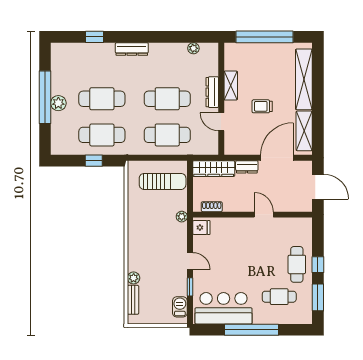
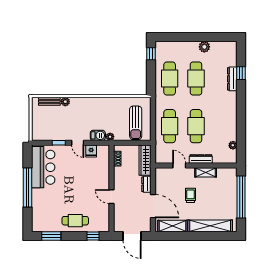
dresser: (132, 49) -> (232, 79), moved
window: (45, 97) -> (197, 37), removed
plant: (58, 103) -> (204, 47), moved
door: (221, 122) -> (179, 166), hinge flipped
window: (94, 161) -> (151, 54), moved
door: (318, 187) -> (132, 236), hinge flipped
door: (264, 215) -> (112, 197), swing flipped
fridge: (201, 228) -> (91, 151), moved
door: (190, 261) -> (78, 143), hinge flipped
window: (318, 265) -> (93, 236), moved
cafe table: (279, 297) -> (52, 208), removed
barbecue: (180, 307) -> (98, 135), moved

